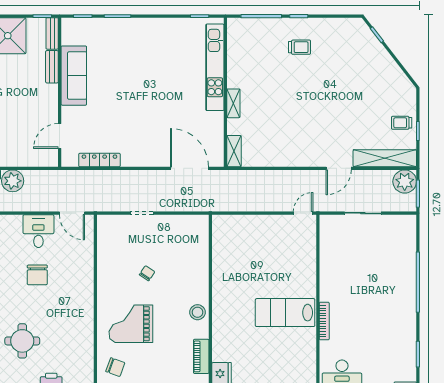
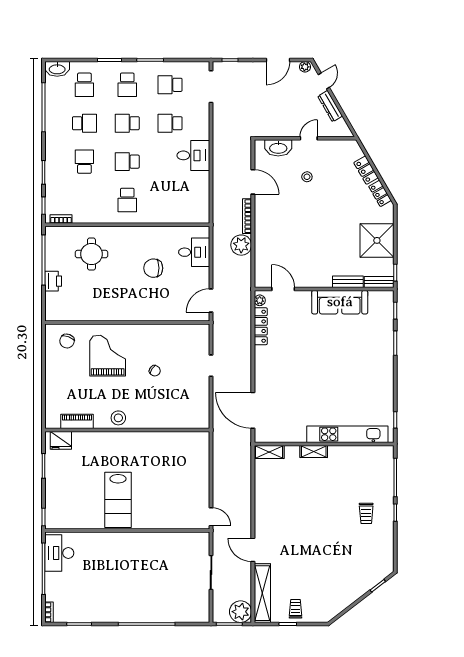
plant: (72, 161) -> (260, 300), added
door: (189, 168) -> (253, 410), swing flipped
desk: (38, 231) -> (194, 252), moved
lab bench: (285, 313) -> (118, 500), turned 180
bookcase: (324, 321) -> (110, 536), removed

